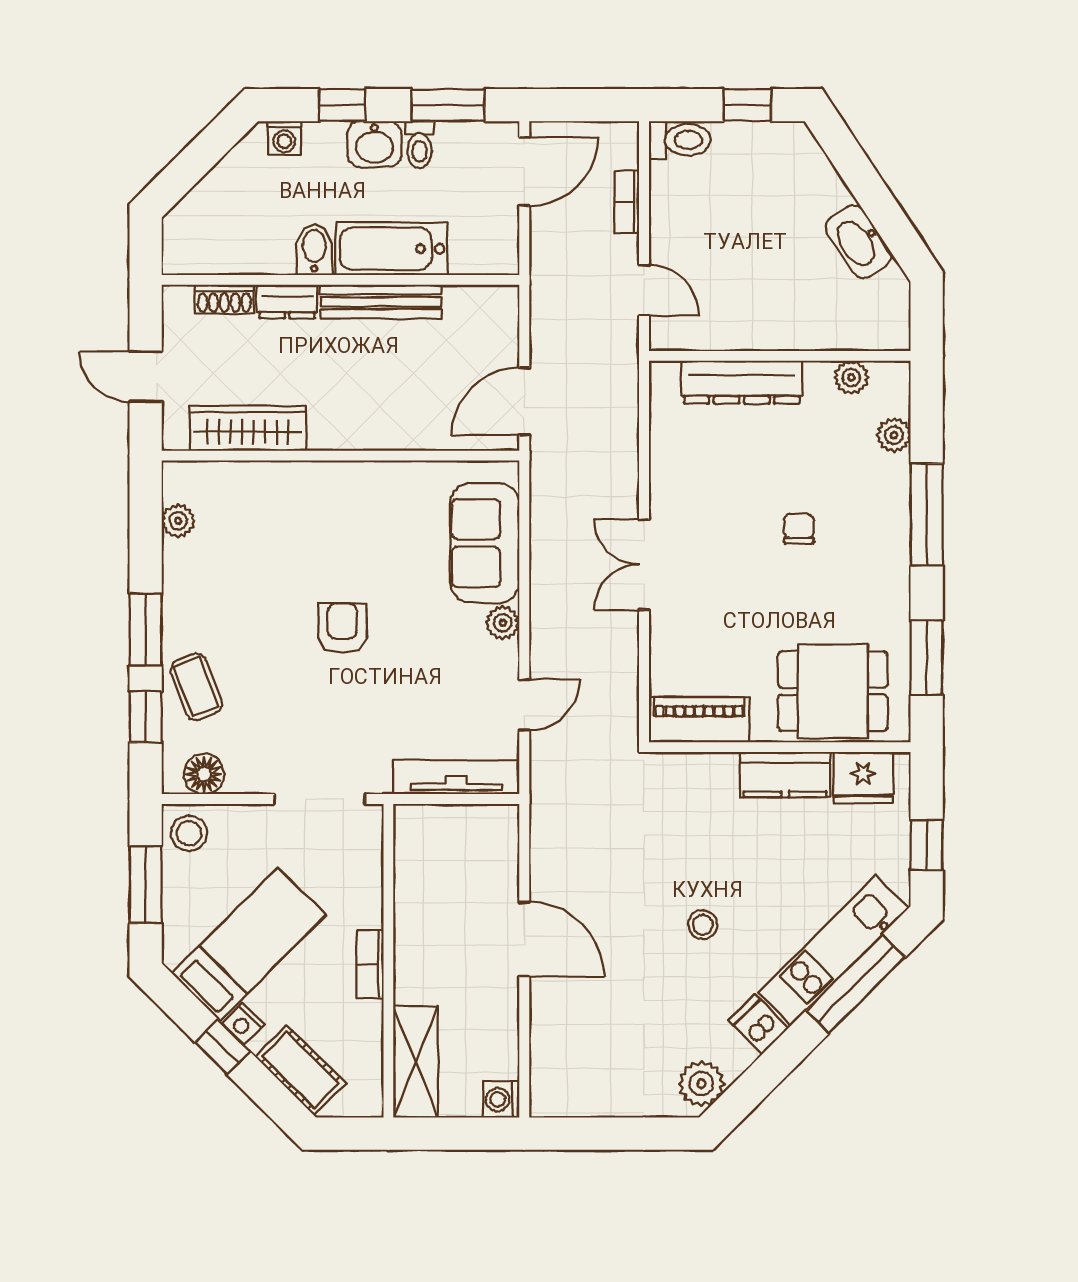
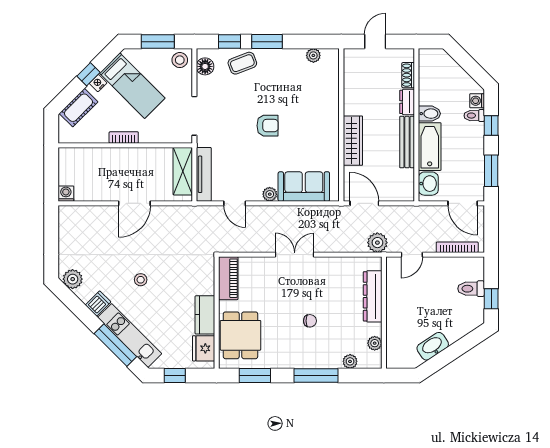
toilet: (680, 140) -> (471, 289), moved, turned 90
washbasin: (374, 144) -> (428, 184), moved, turned 180
toilet: (419, 145) -> (474, 116), moved
bookcase: (627, 202) -> (457, 247), width x1.56
plant: (616, 371) -> (377, 243), added
wardrobe: (248, 428) -> (353, 141), moved
shelving: (416, 1062) -> (183, 171), moved, turned 90

